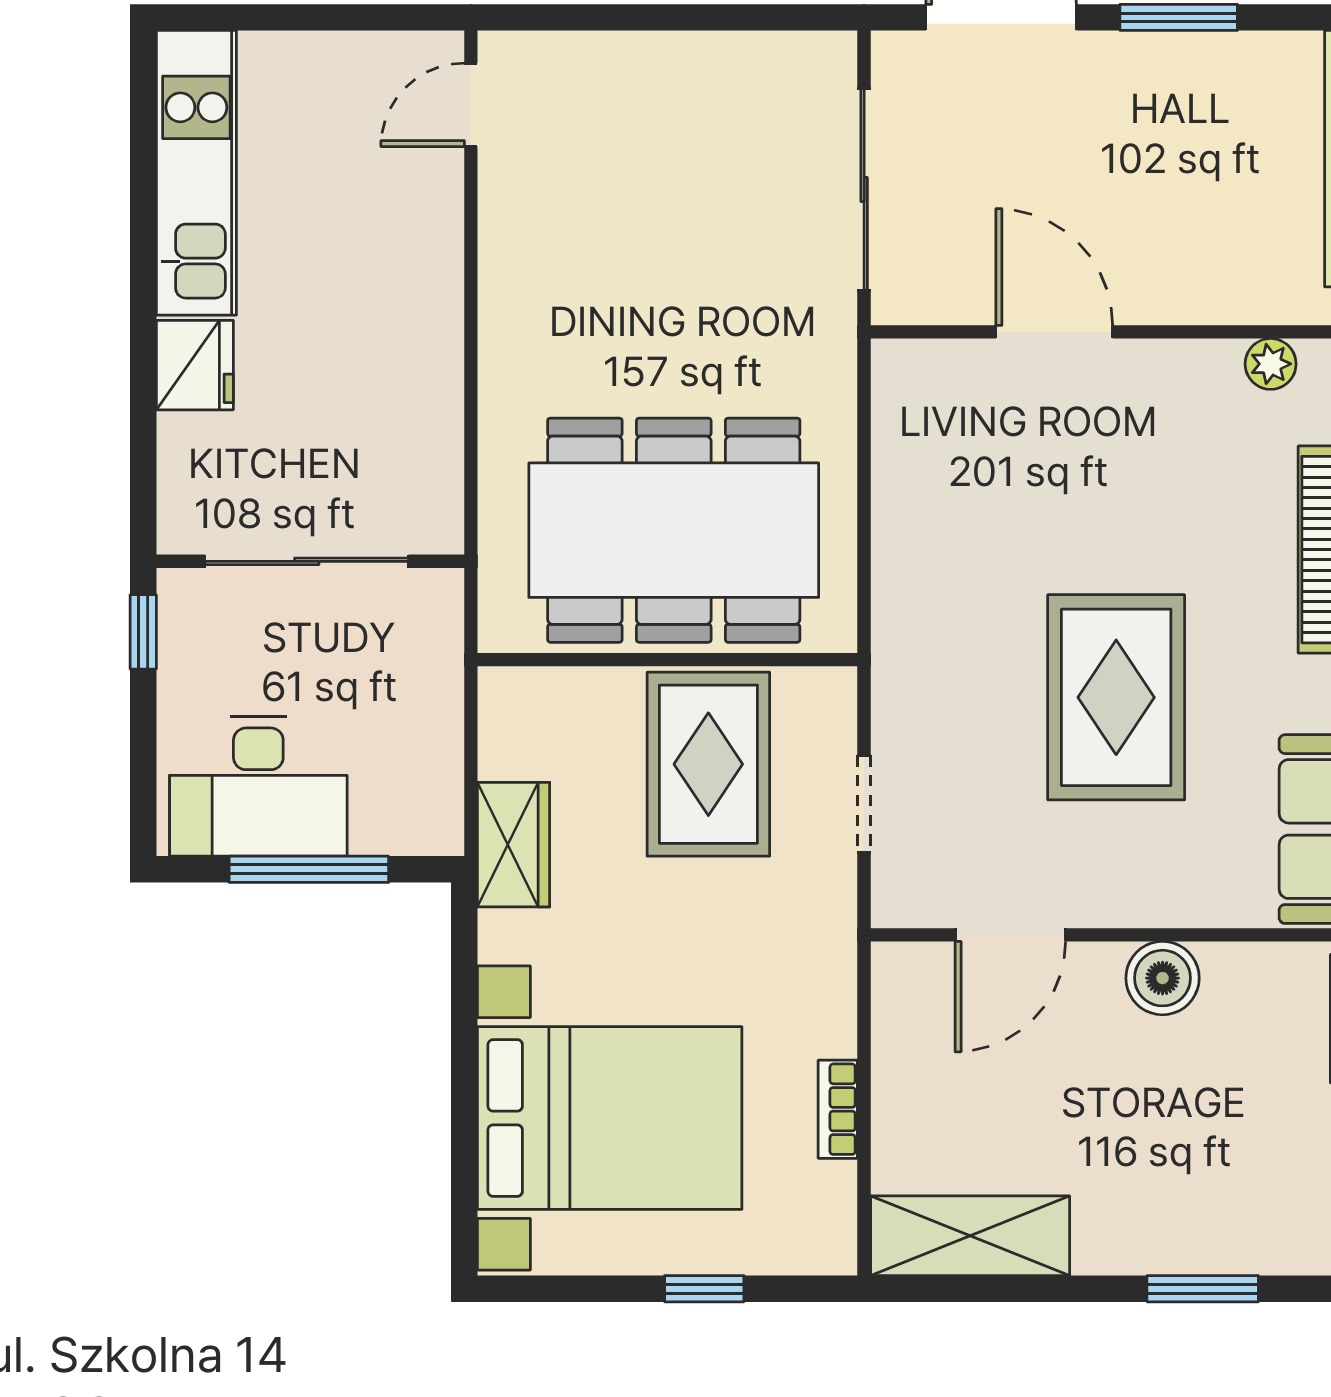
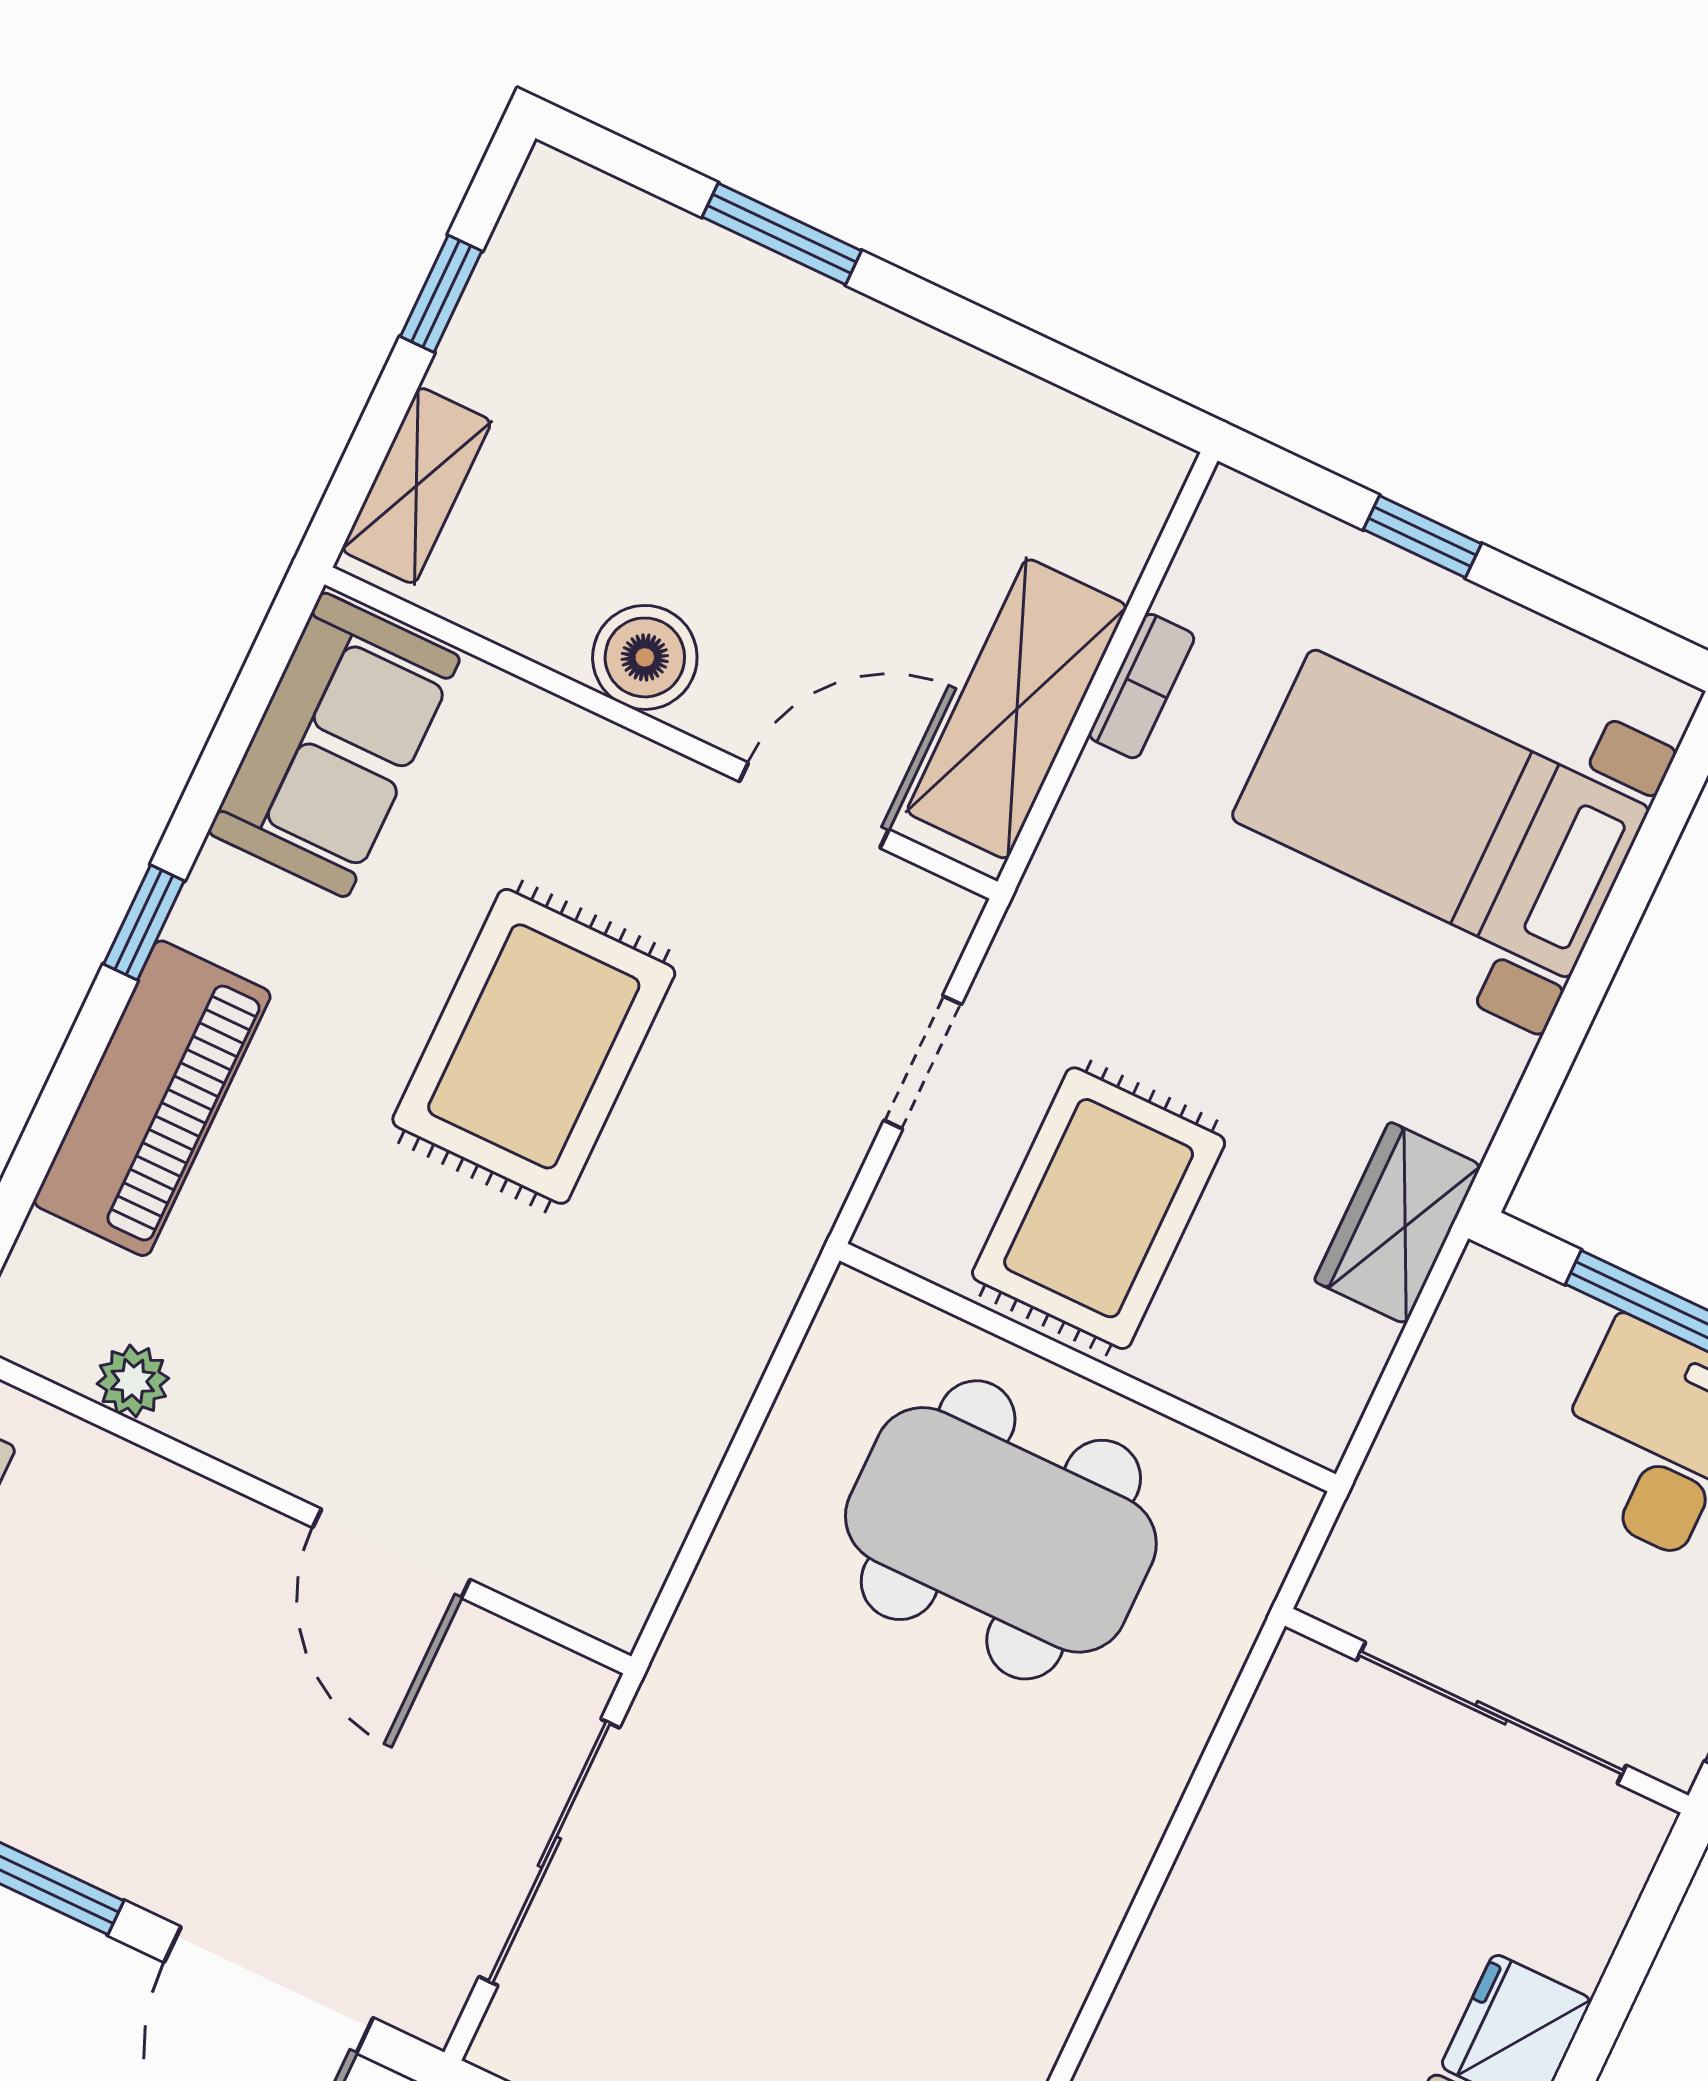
dining table: (674, 530) -> (1001, 1530), width x0.73, depth x0.80
bed with nightstands: (610, 1118) -> (1440, 813), width x0.73
shelving: (970, 1236) -> (1017, 709), moved, turned 90

